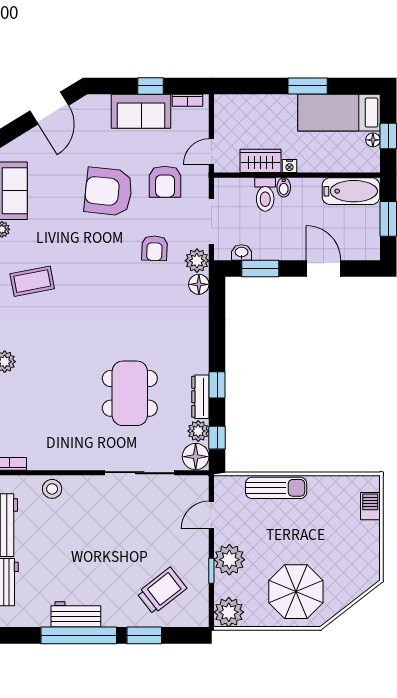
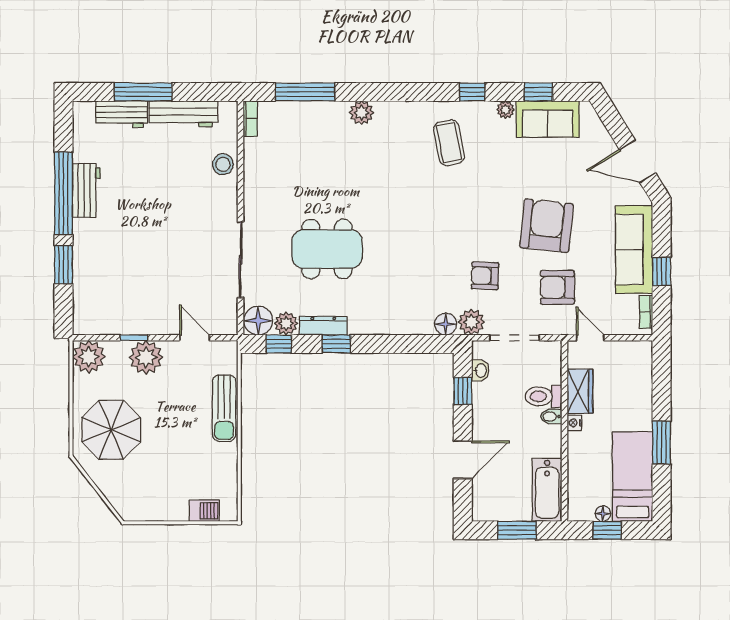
sofa: (141, 111) -> (634, 250), width x1.36
window: (260, 269) -> (463, 391), width x0.67
trolley: (162, 591) -> (112, 284), removed

